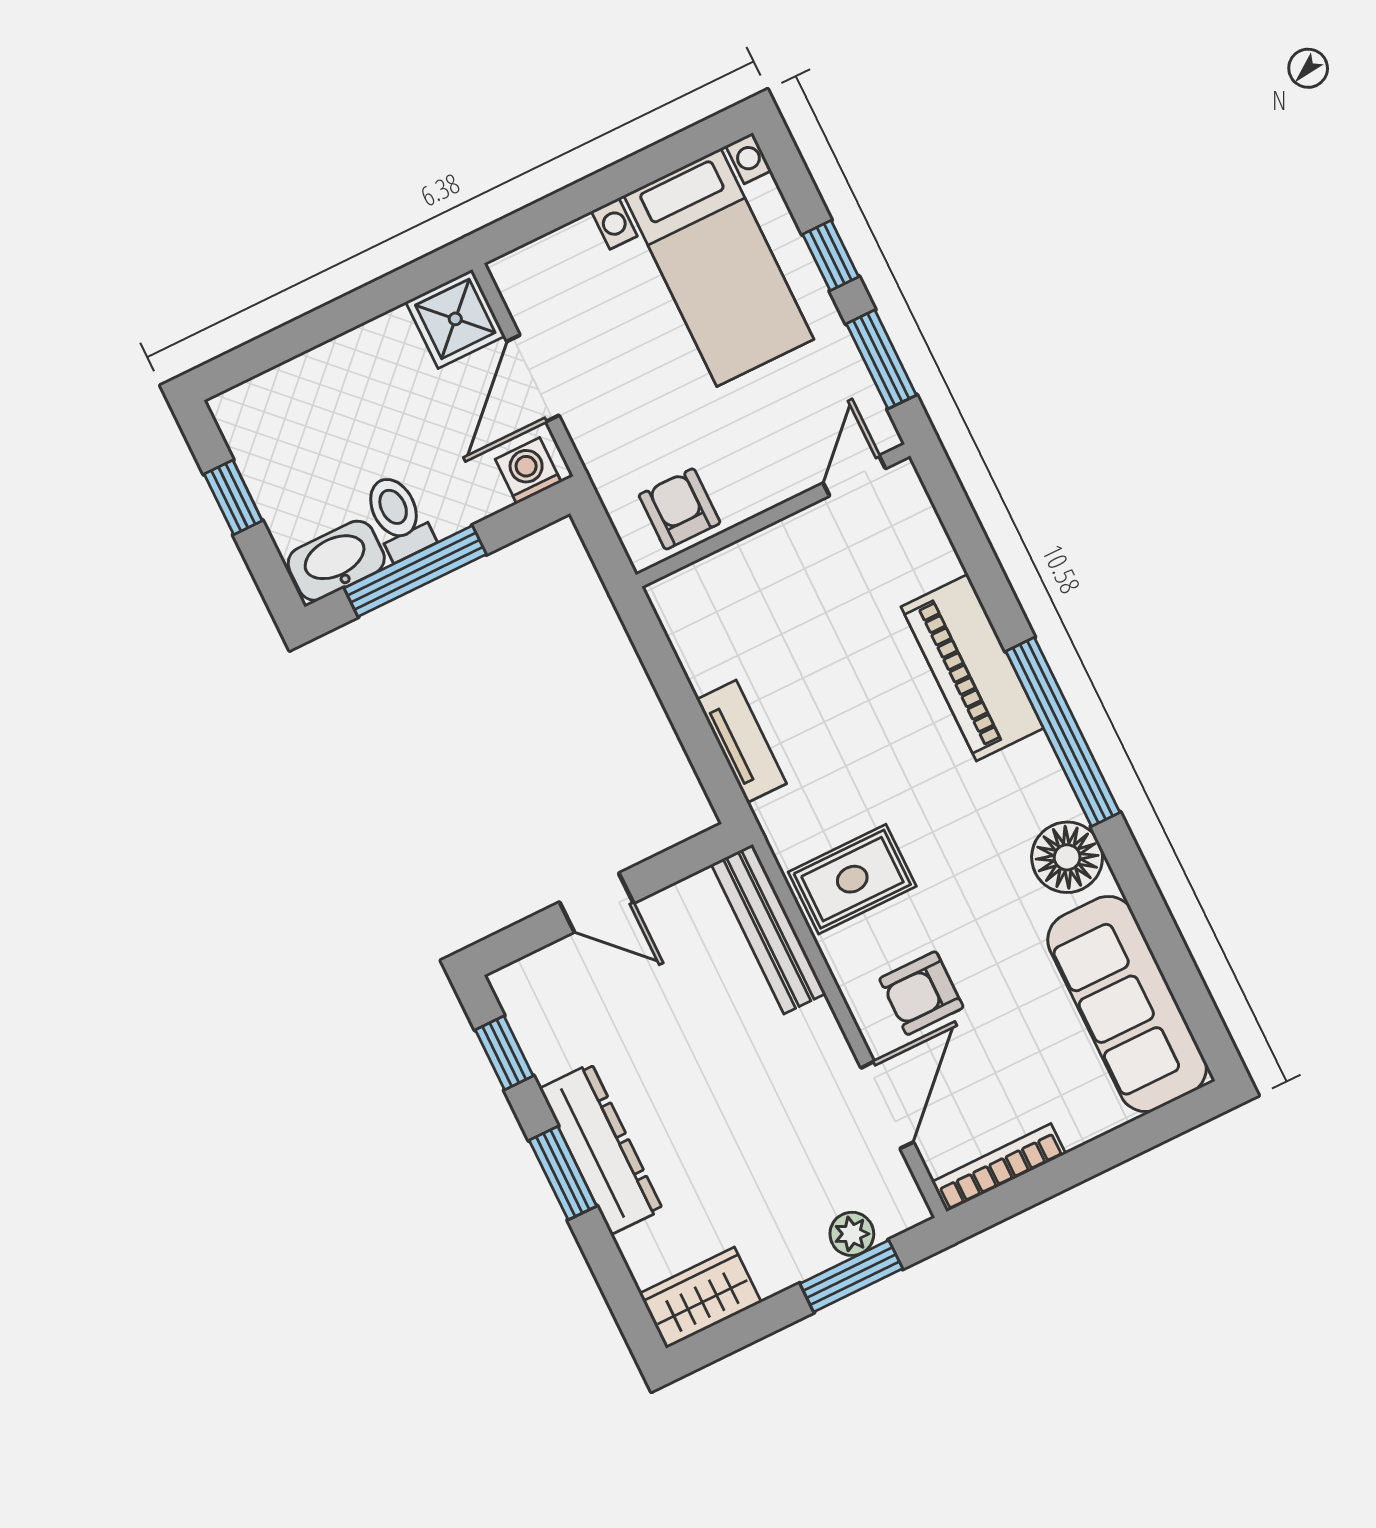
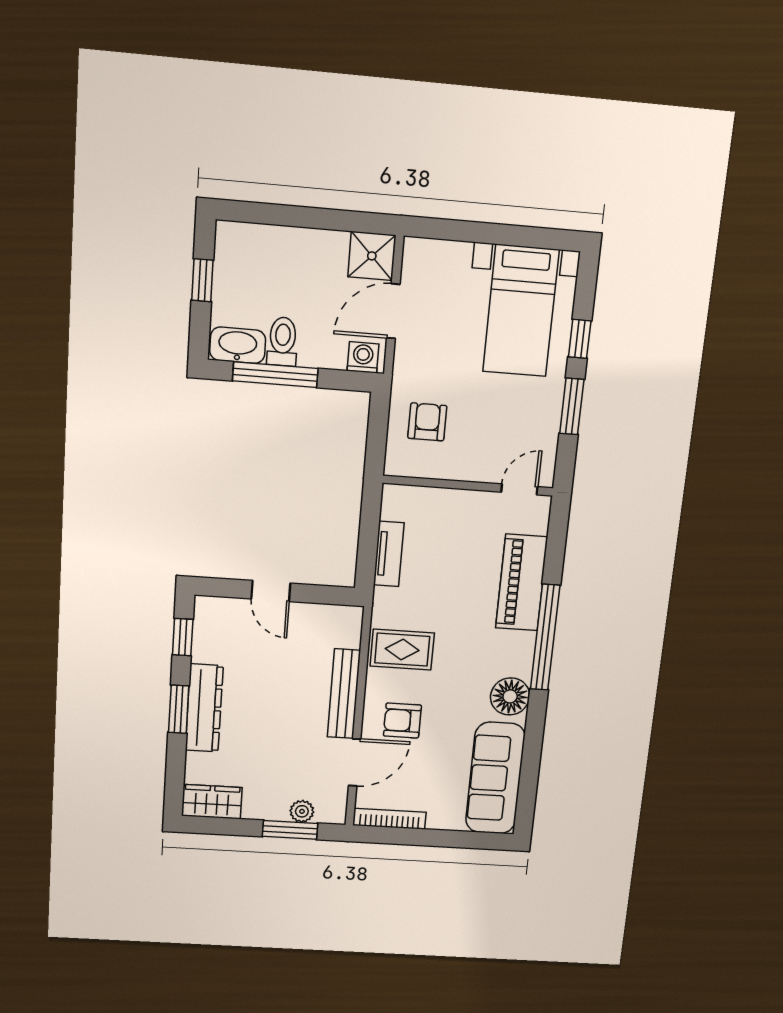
door: (854, 476) -> (519, 489), moved
wall: (773, 515) -> (468, 486), moved
bench: (768, 929) -> (344, 694), moved

